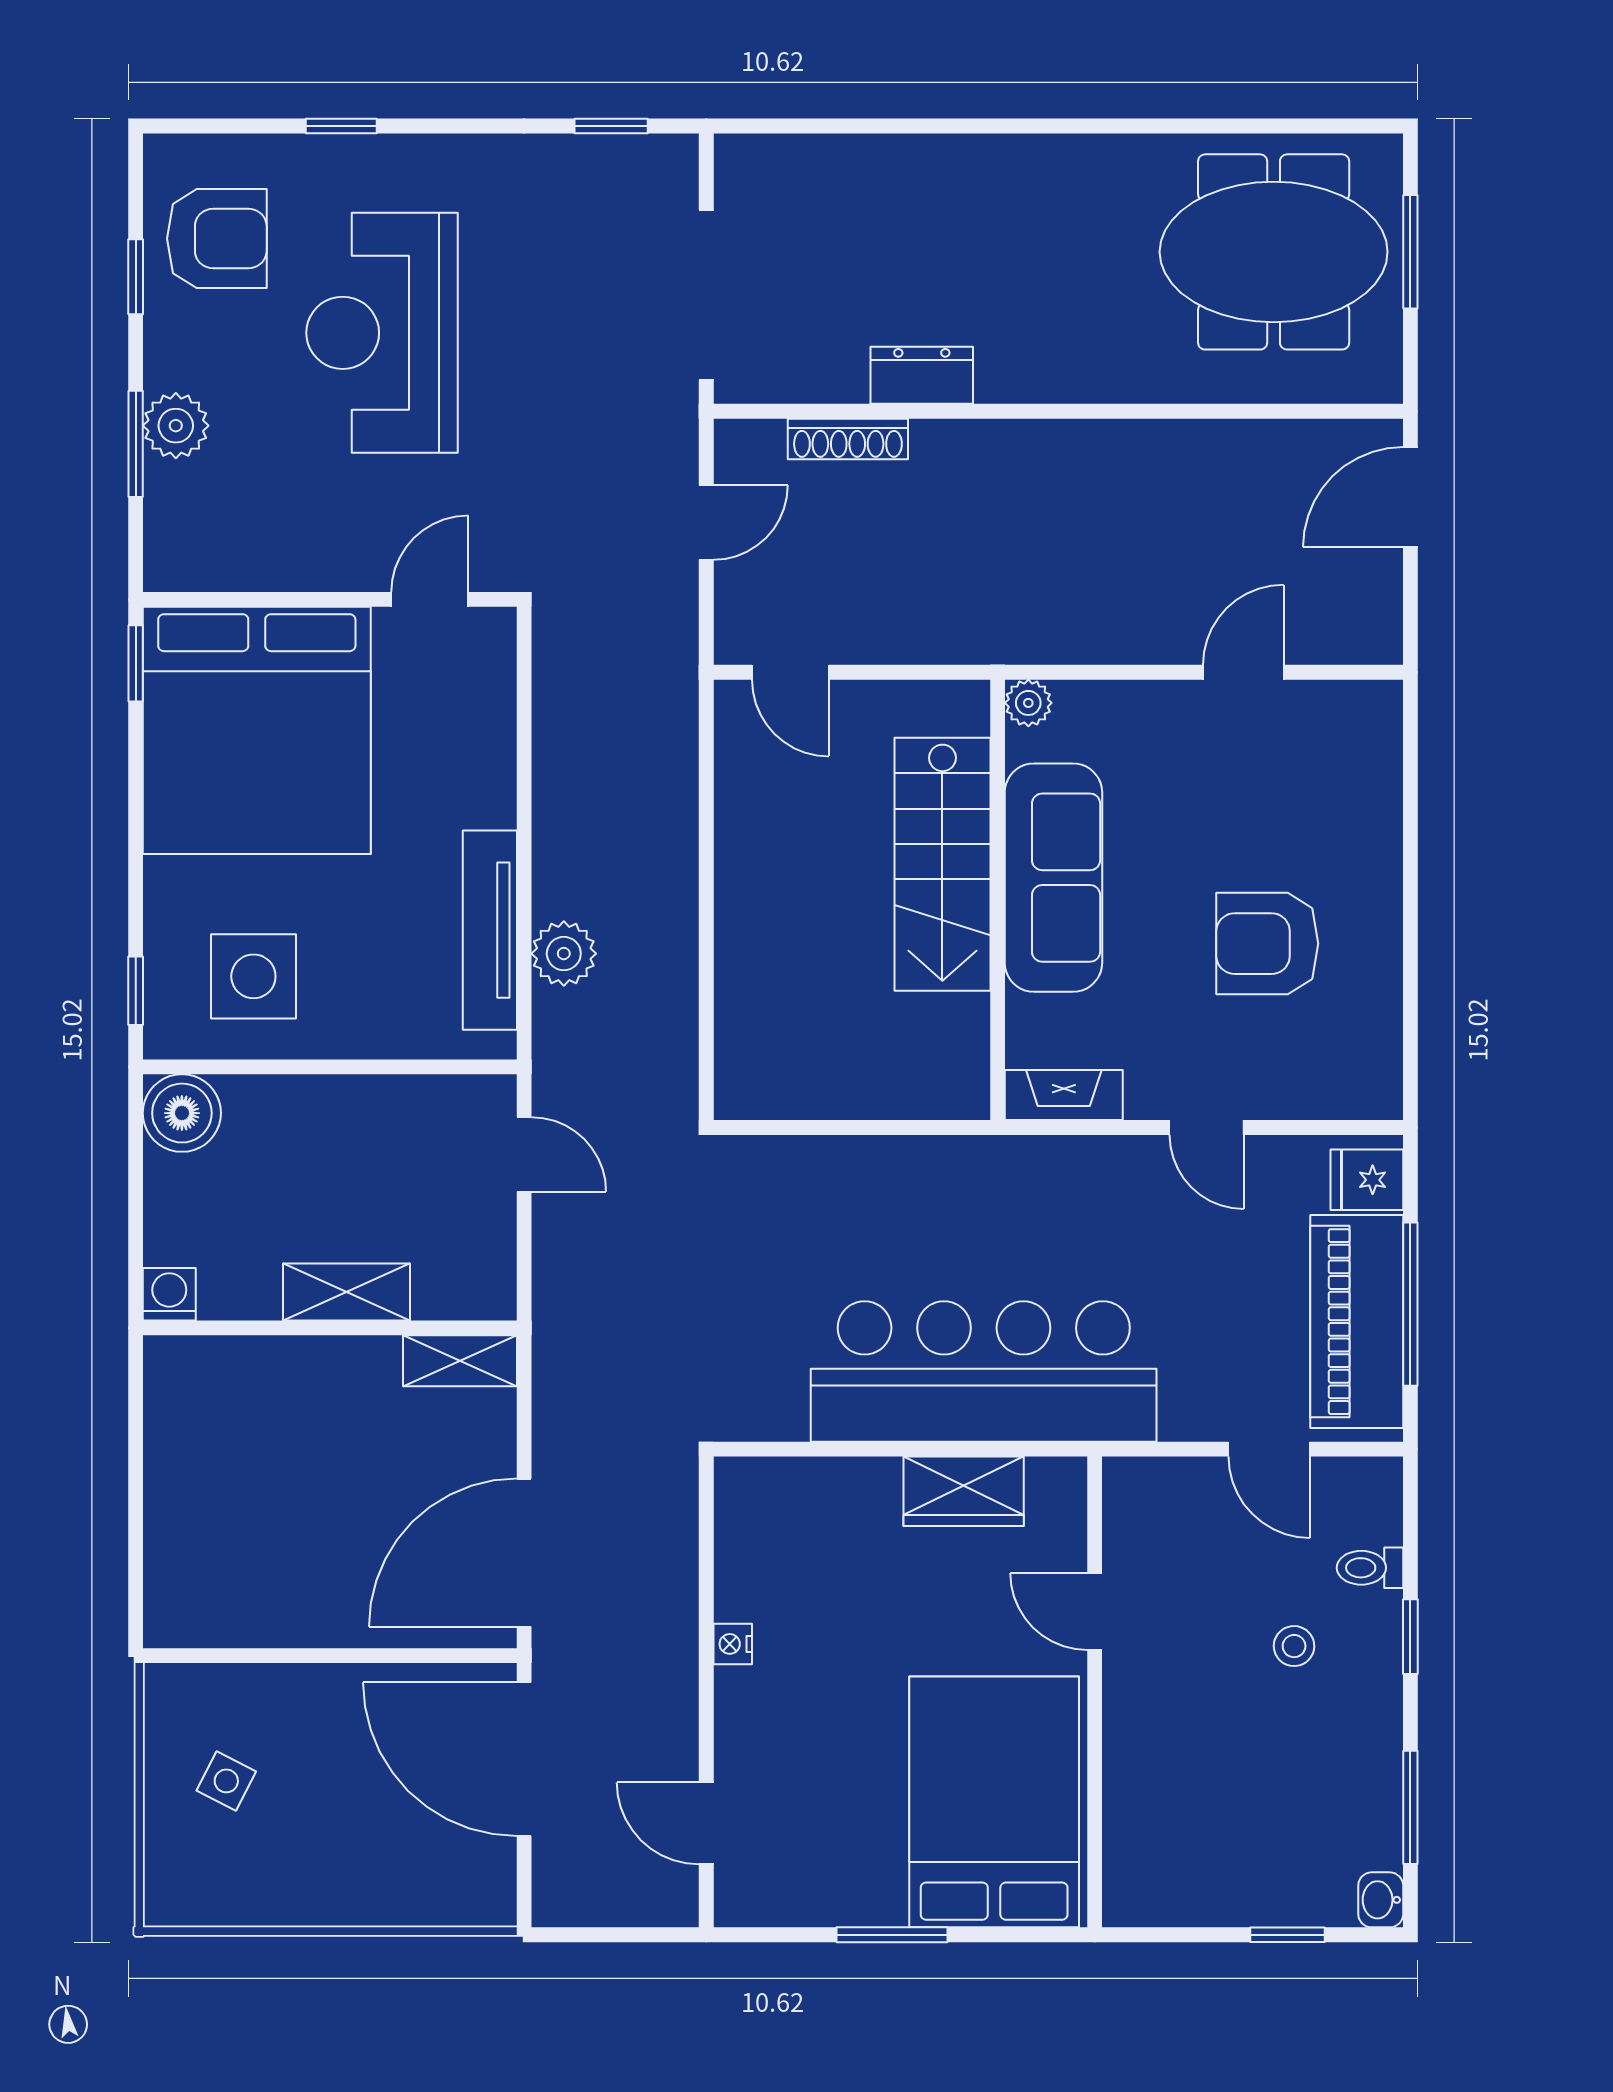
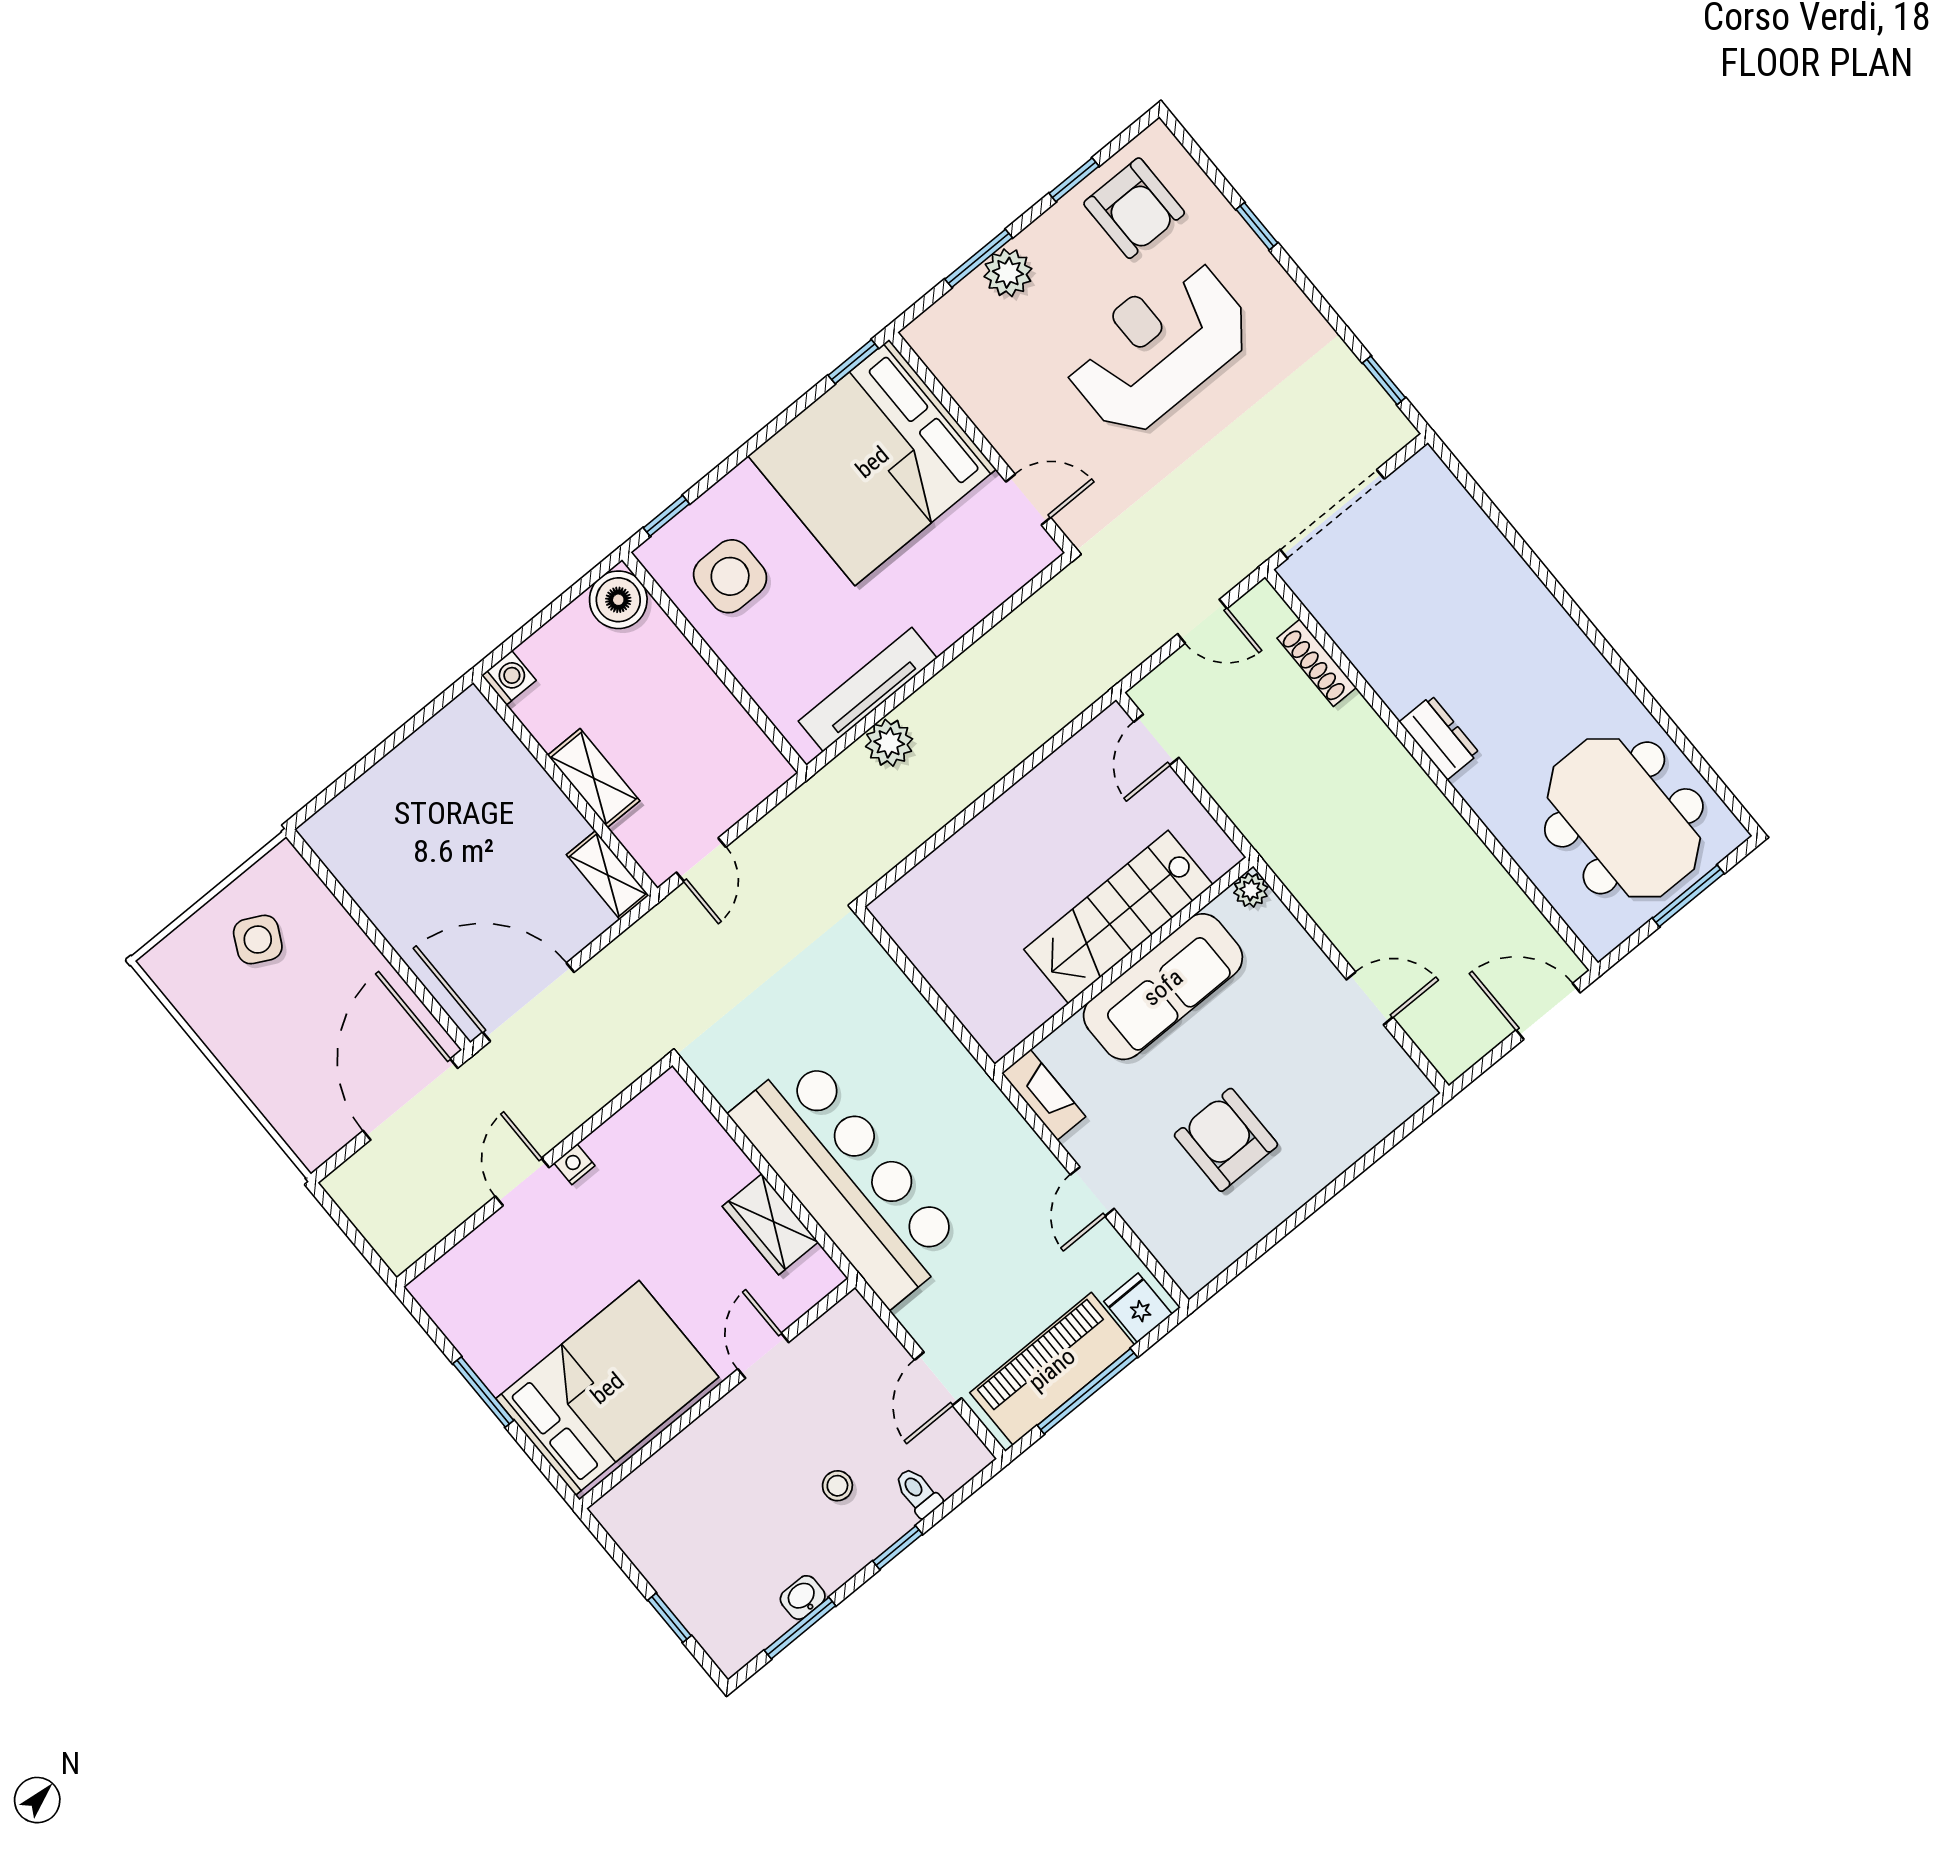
dresser: (922, 375) -> (1439, 738), moved
door: (524, 1154) -> (701, 860), moved
side table: (226, 1781) -> (258, 940), width x1.37, depth x1.37
door: (706, 1823) -> (522, 1182), moved
washbasin: (1381, 1900) -> (803, 1597), moved

